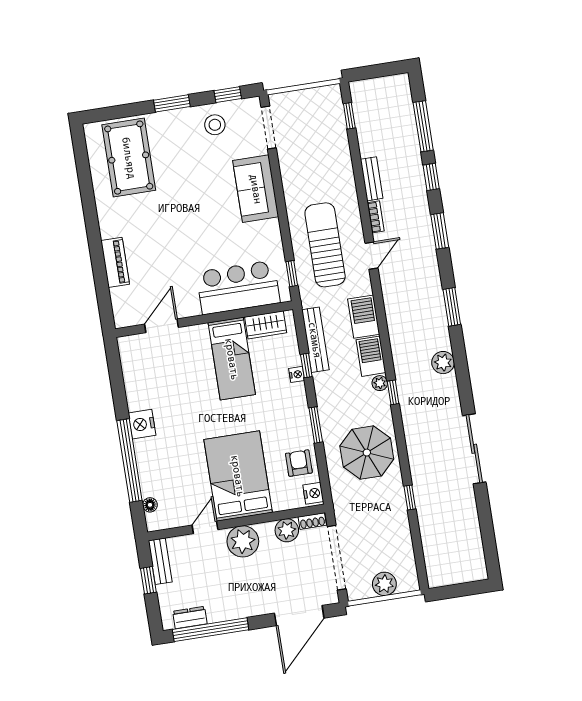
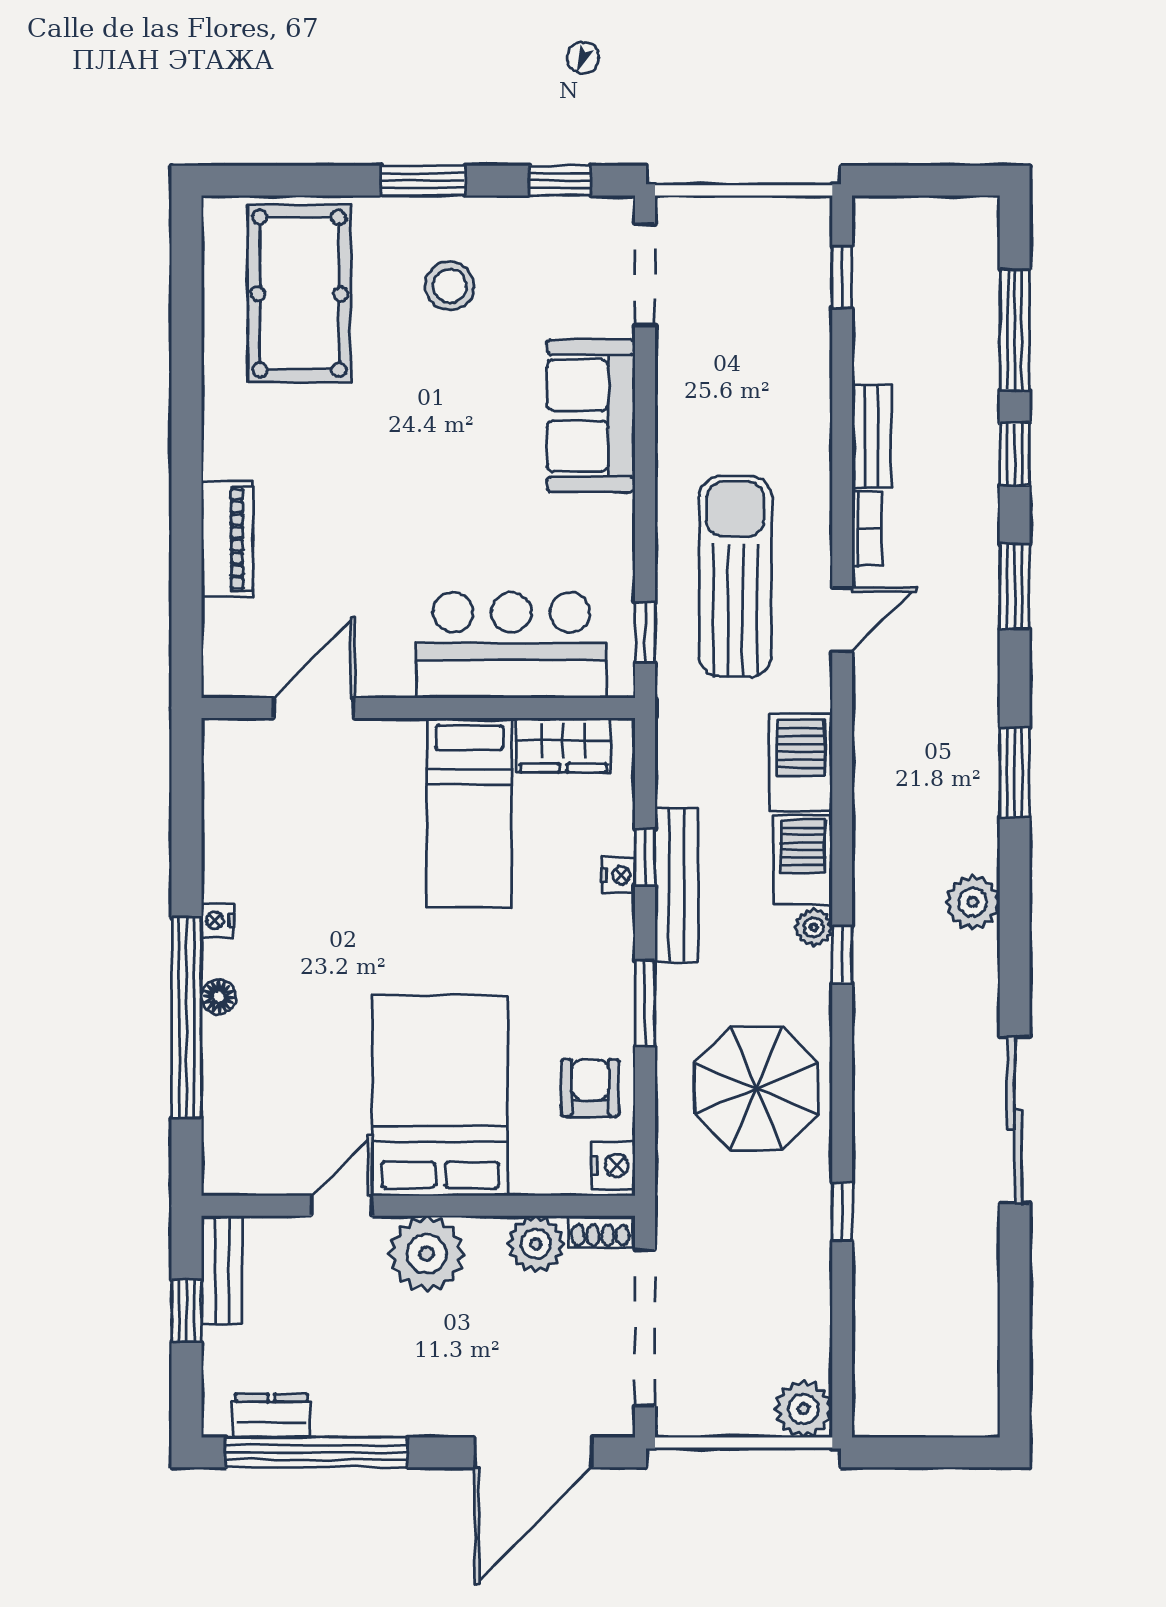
stool: (215, 125) -> (450, 286), moved
bench: (315, 340) -> (676, 885), moved
nightstand: (142, 424) -> (217, 920), width x0.53, depth x0.56
floor lamp: (150, 505) -> (219, 997), moved
plant: (384, 584) -> (804, 1409), moved

